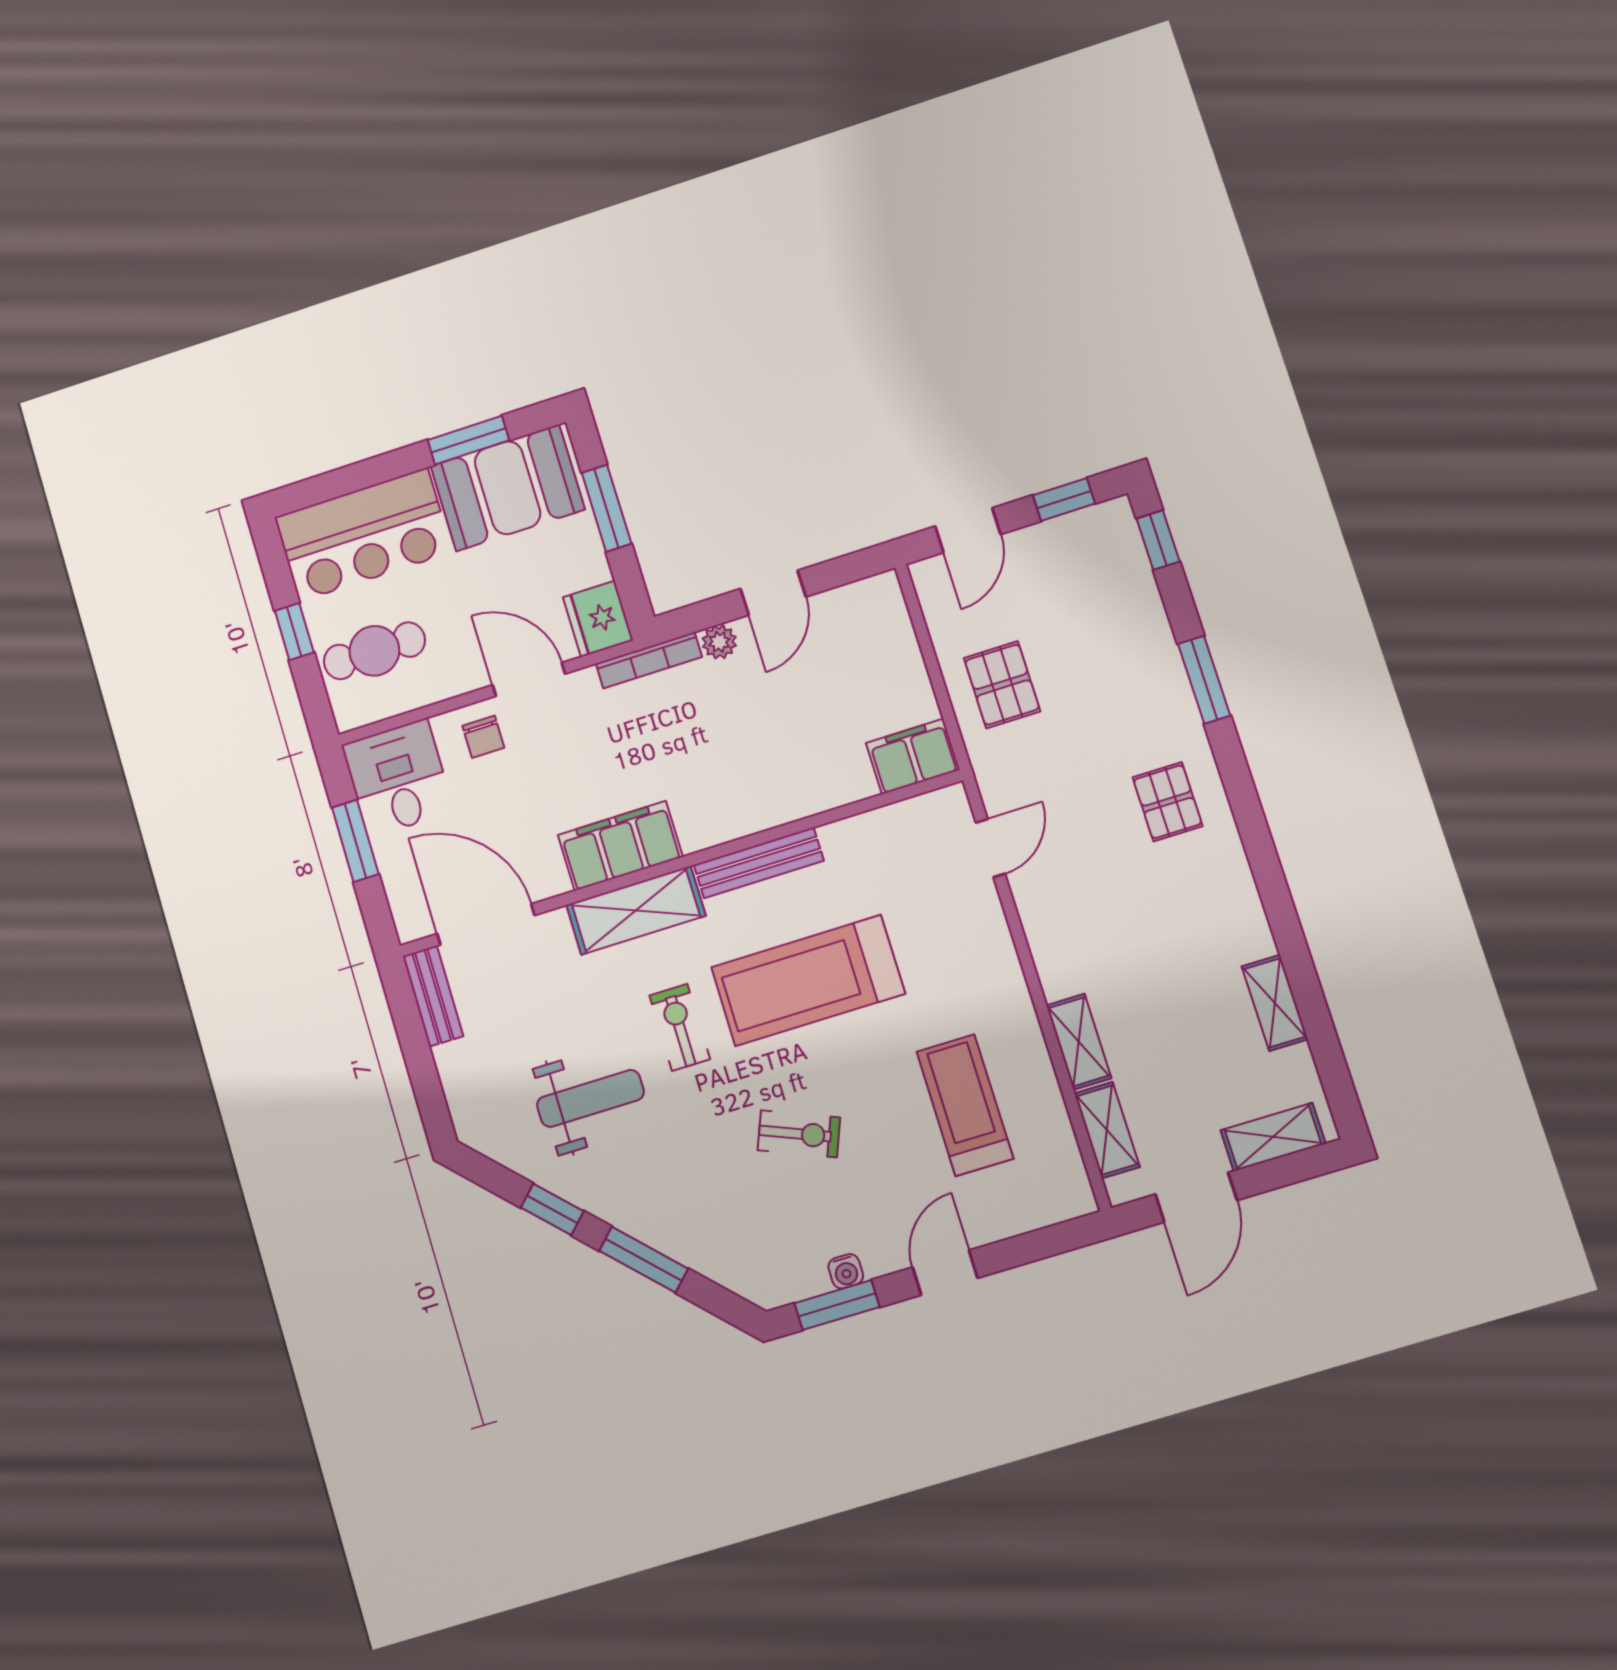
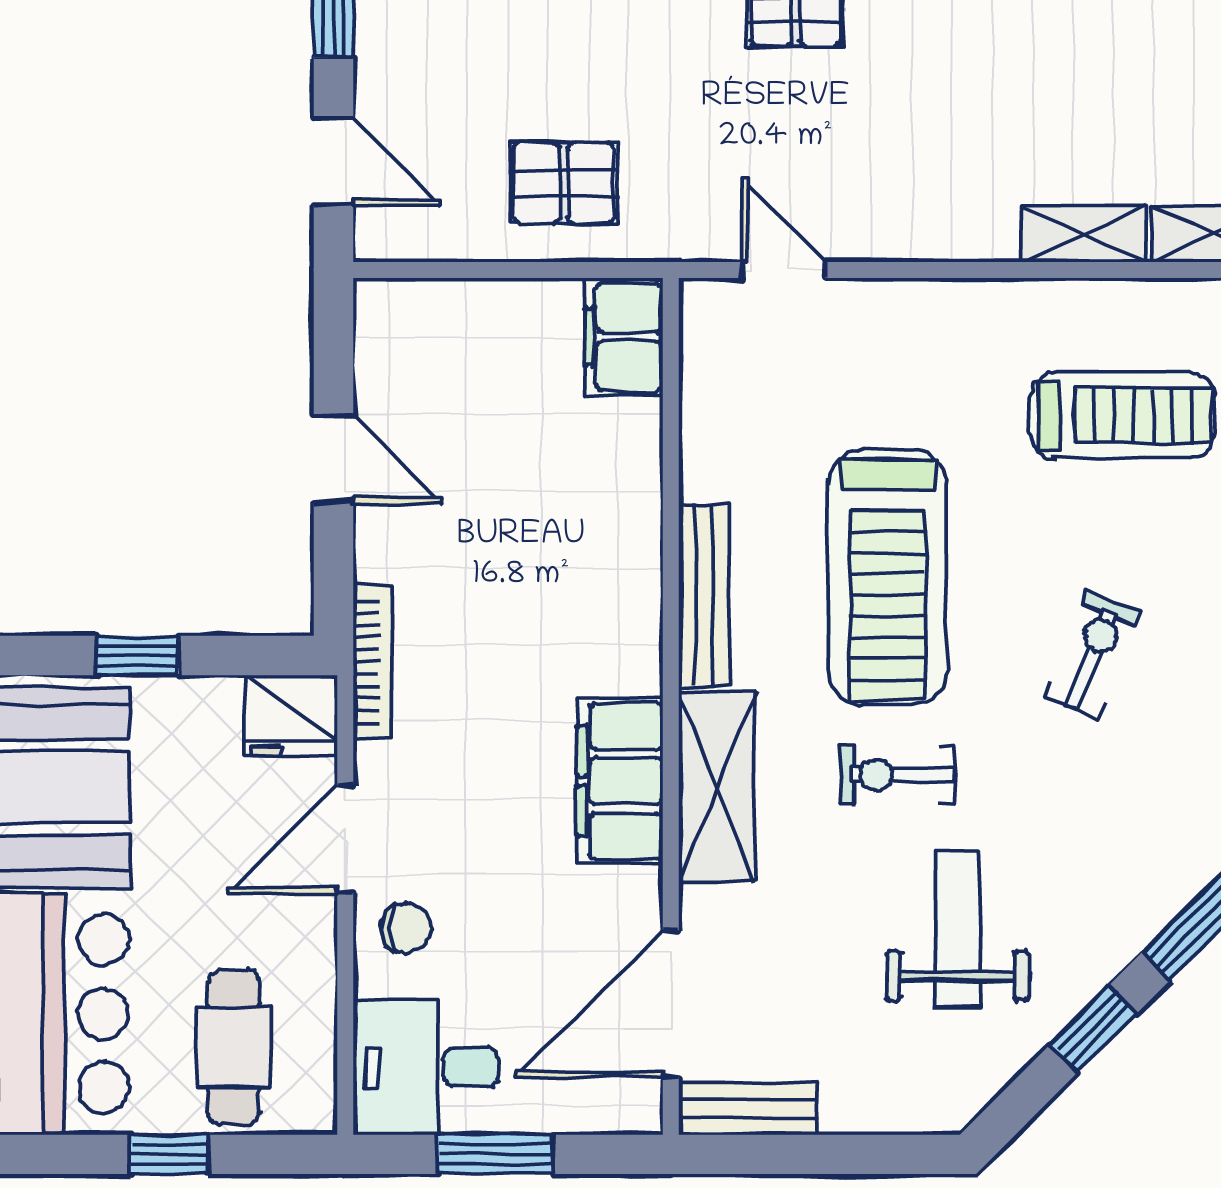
window: (607, 508) -> (138, 656), width x0.67
plant: (719, 642) -> (378, 555), removed
treadmill: (965, 1105) -> (1123, 415), turned 180

